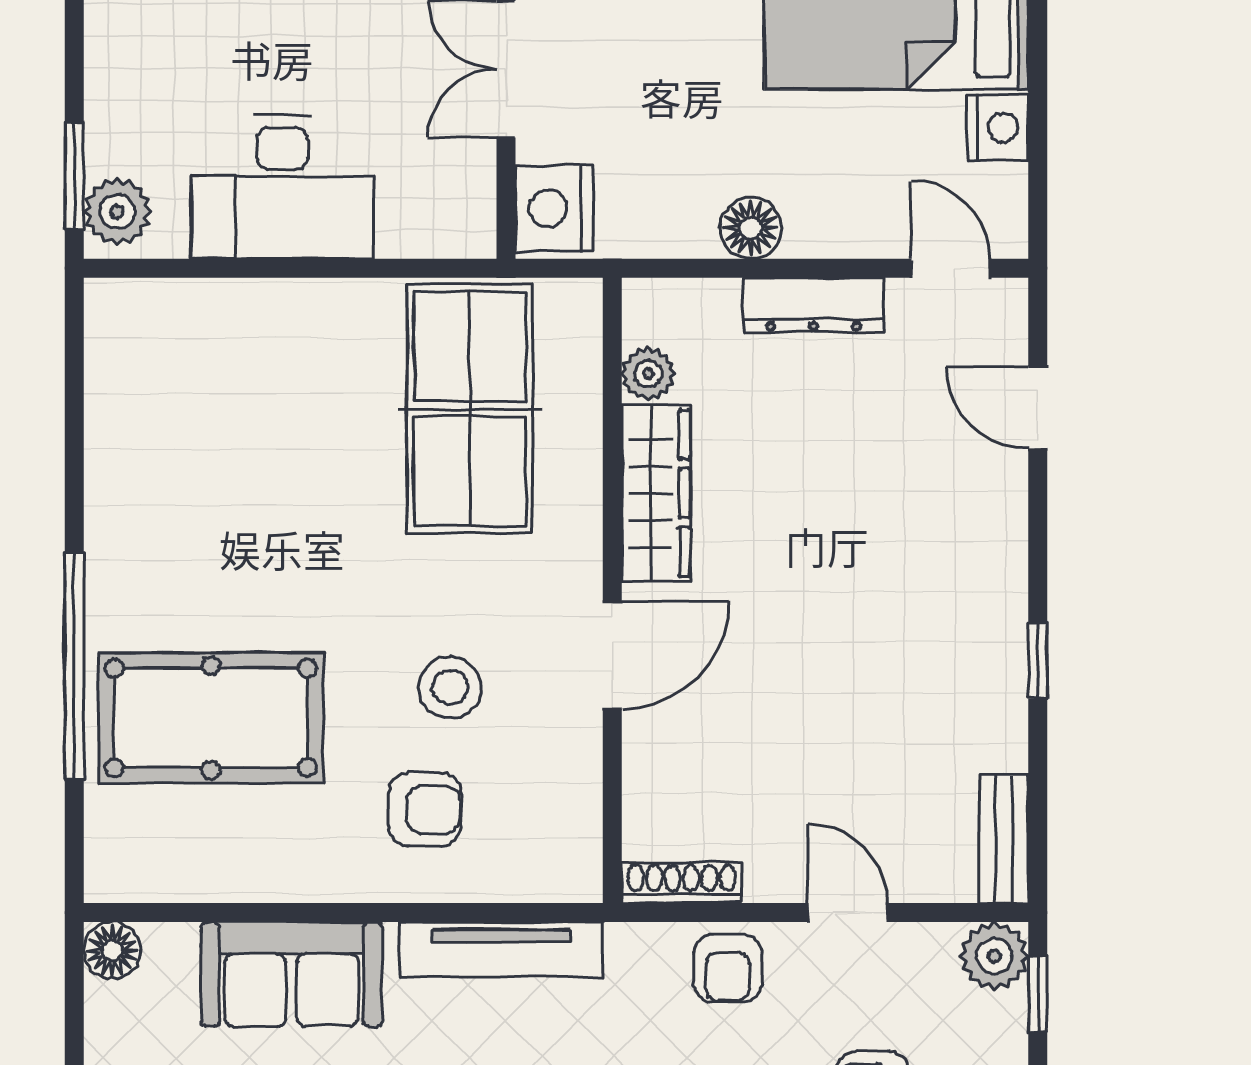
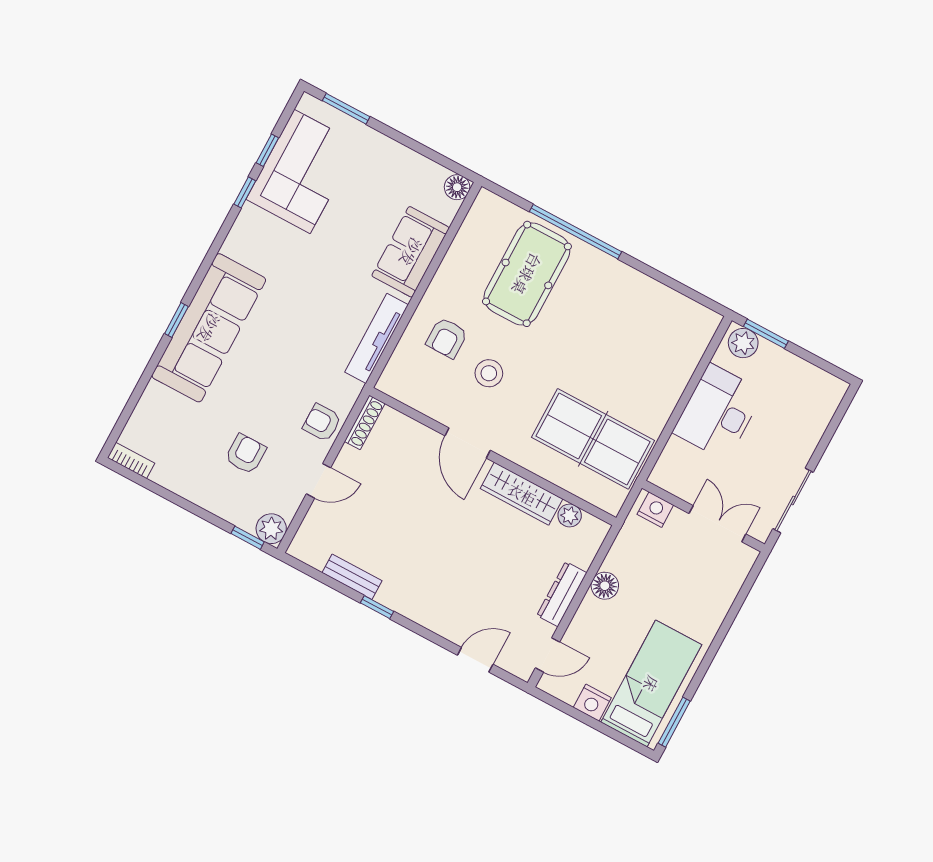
nightstand: (554, 208) -> (655, 510), width x0.74, depth x0.75
bench: (1004, 839) -> (352, 577), moved

